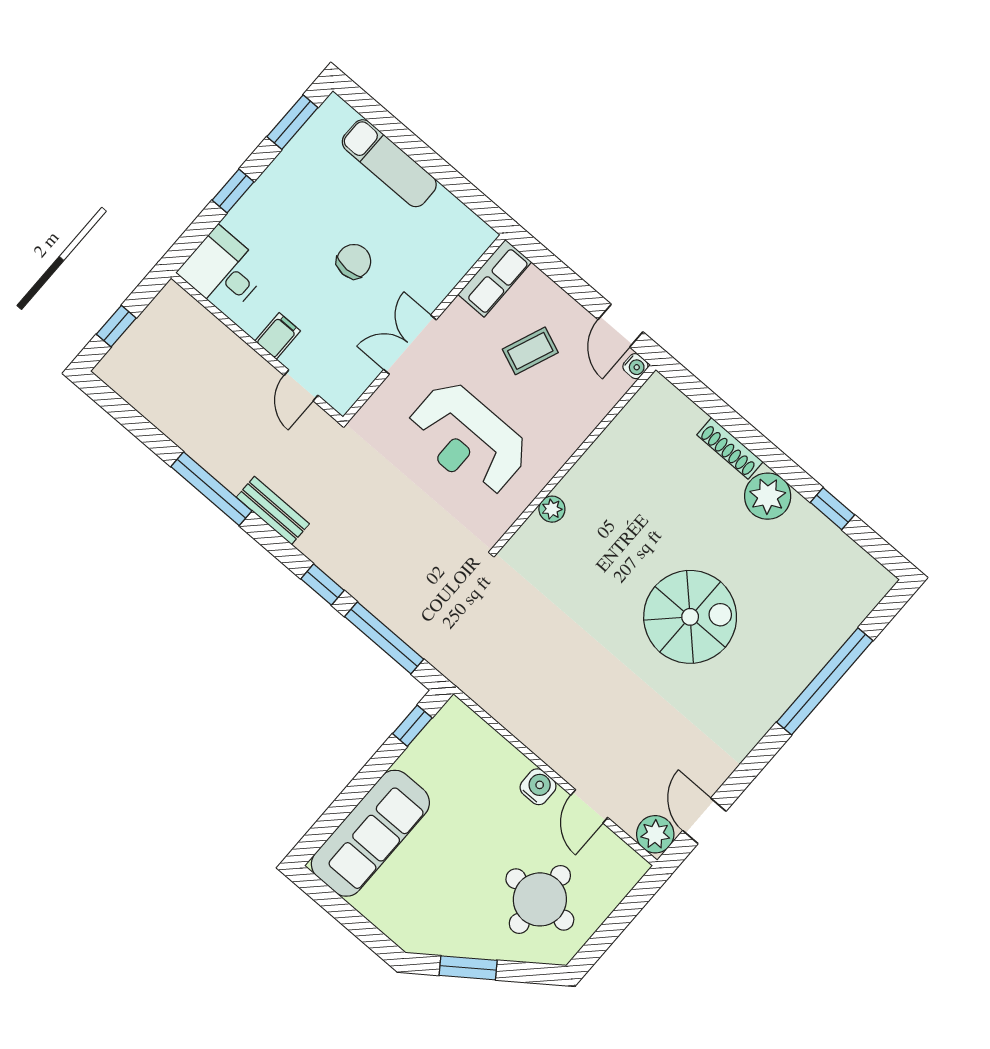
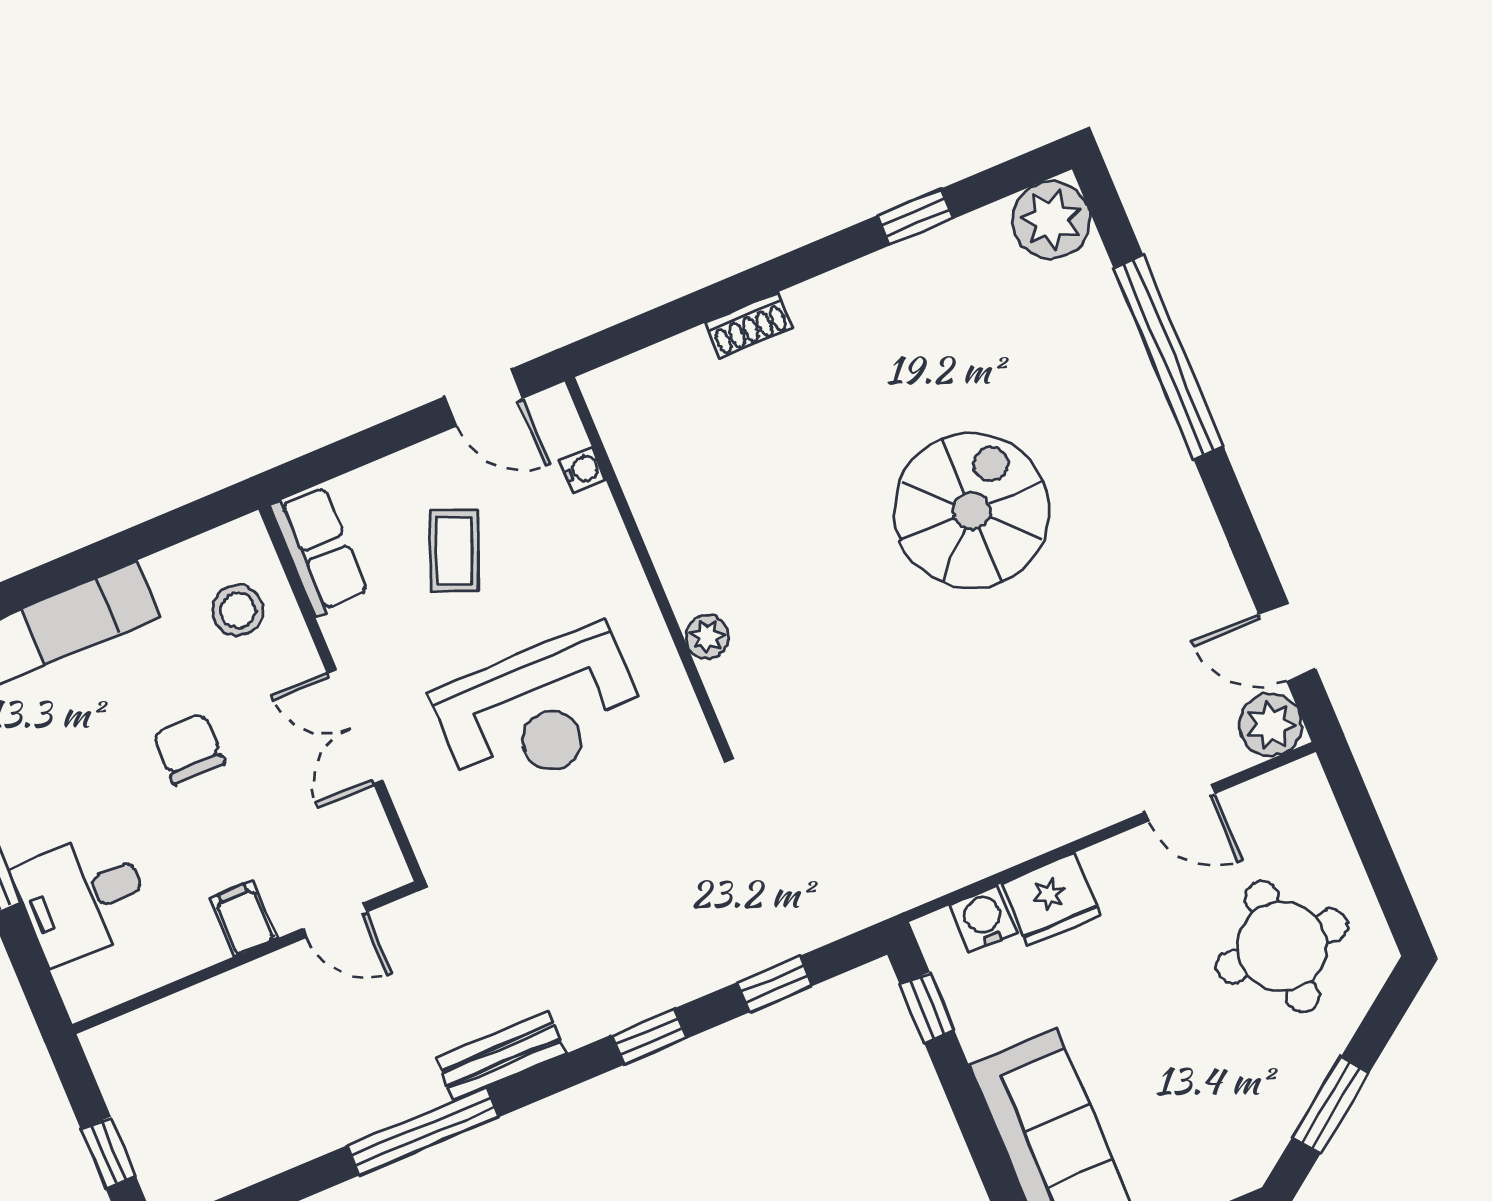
stool: (441, 251) -> (238, 610), added
desk: (223, 271) -> (83, 898), moved
water cooler: (635, 366) -> (582, 470), moved
shoe rack: (730, 448) -> (749, 325), width x0.70
plant: (768, 496) -> (1051, 220), moved
window: (384, 638) -> (775, 984), width x0.46
fridge: (503, 763) -> (1051, 899), added
water cooler: (538, 787) -> (984, 919), moved

